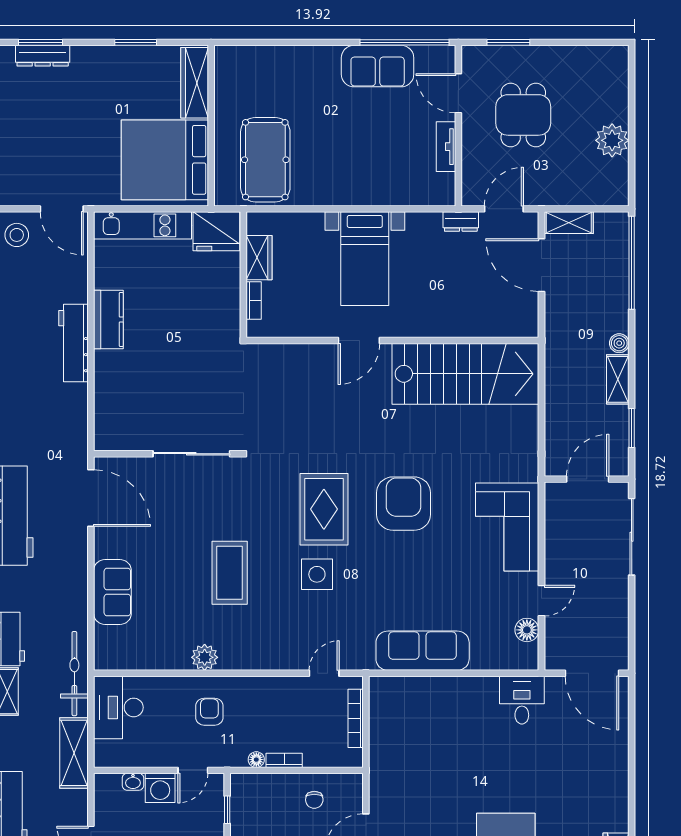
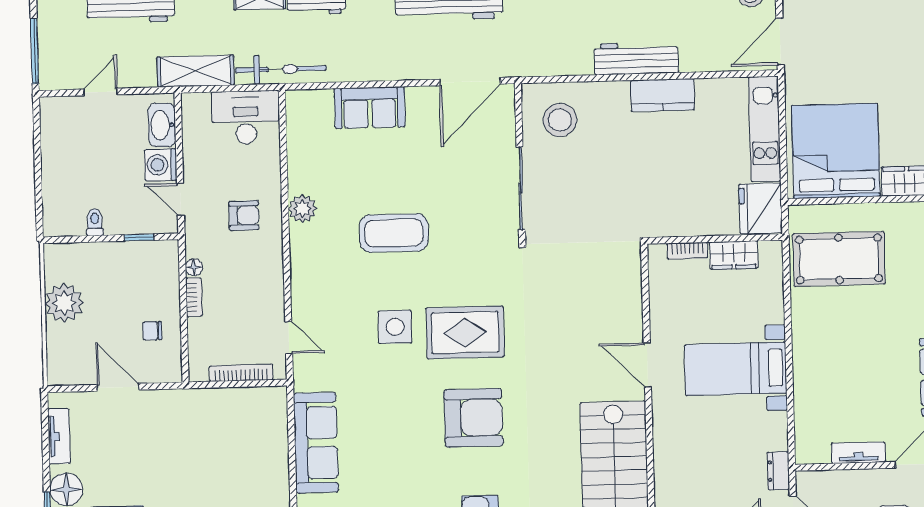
stool: (129, 416) -> (560, 120), added
washbasin: (133, 782) -> (162, 125), width x1.91, depth x1.45

